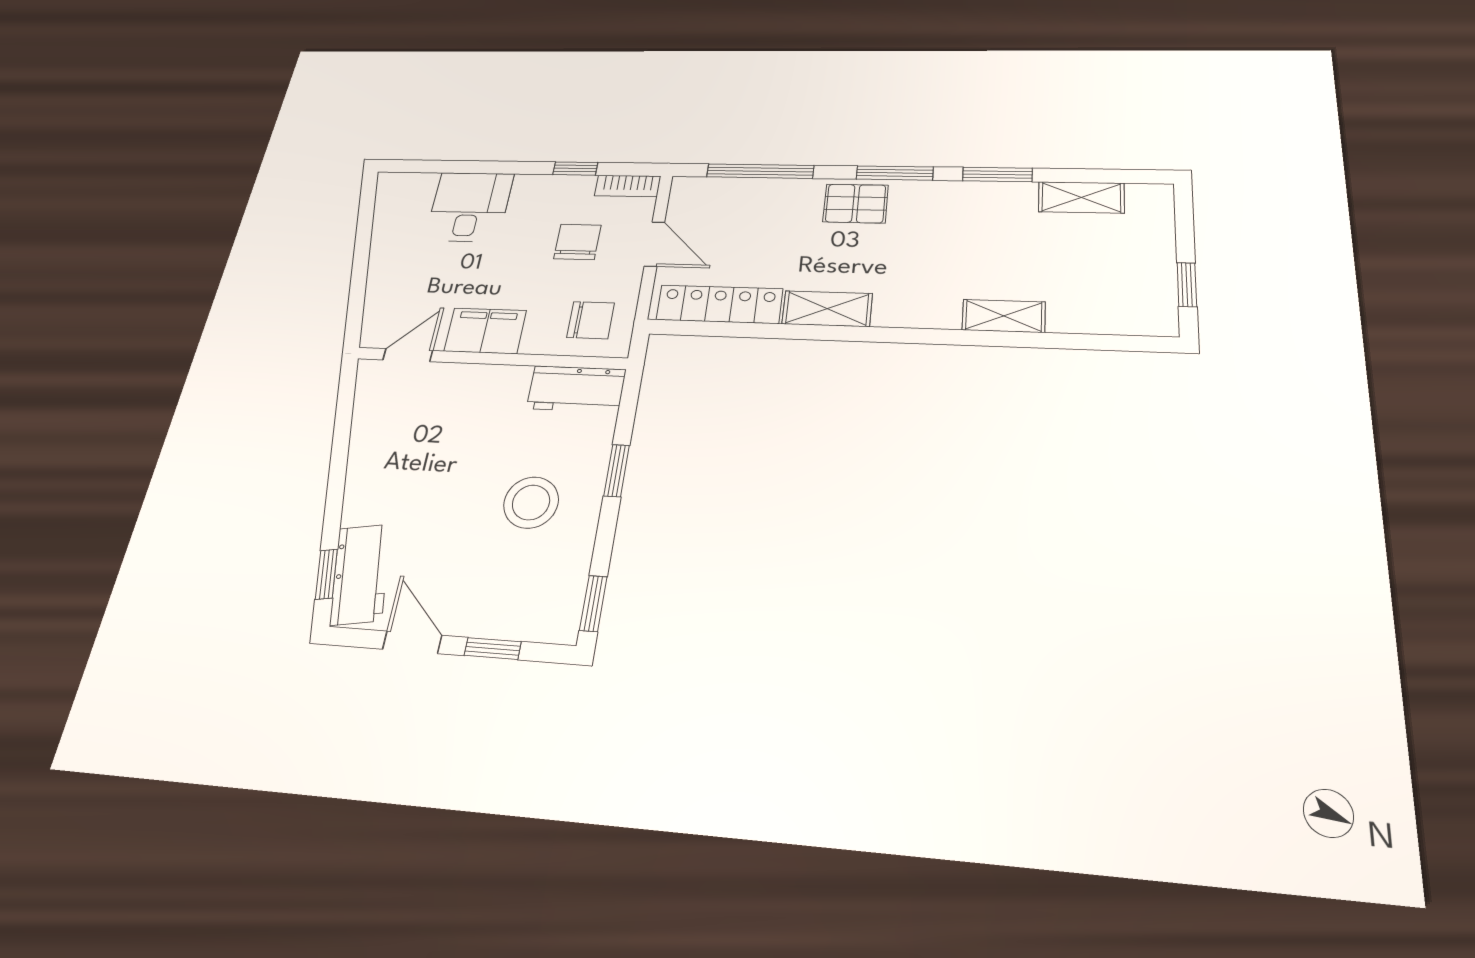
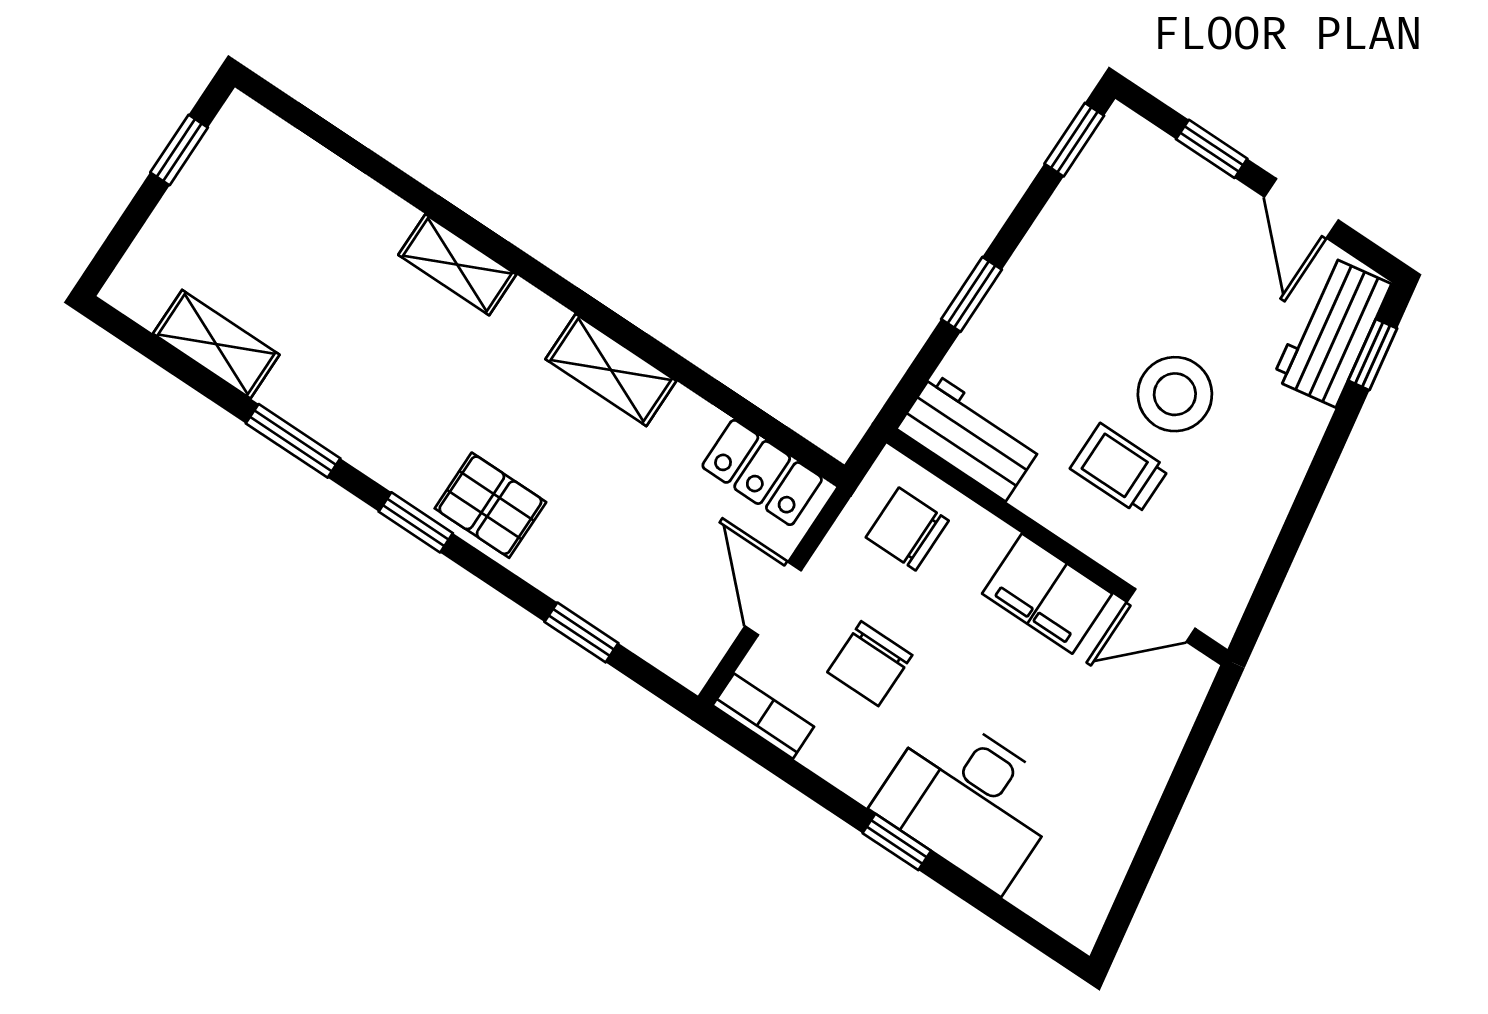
window: (575, 169) -> (897, 842), moved
window: (760, 171) -> (581, 632), width x0.46
window: (895, 173) -> (416, 522), width x0.67
desk: (469, 207) -> (969, 801), width x1.37
locker: (719, 304) -> (762, 472), width x0.66
shelving: (1004, 316) -> (457, 265), moved
trolley: (470, 421) -> (1120, 469), added
stool: (531, 502) -> (1175, 394), moved

